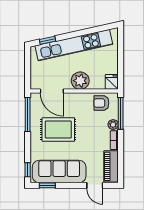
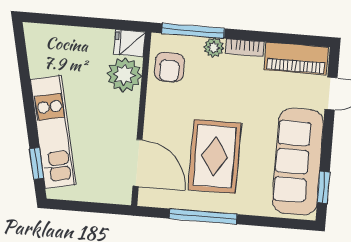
kitchen unit: (74, 45) -> (53, 132), width x0.73
plant: (80, 81) -> (124, 75), moved
door: (52, 91) -> (138, 163), hinge flipped
window: (28, 114) -> (203, 216), moved
window: (28, 170) -> (289, 223), removed

